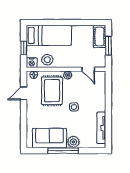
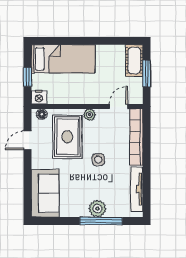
stool: (47, 60) -> (61, 93), removed
door: (88, 69) -> (118, 107), swing flipped
bookcase: (101, 91) -> (136, 137), added
sofa: (49, 138) -> (45, 193), moved, turned 90
window: (63, 151) -> (101, 221), moved

